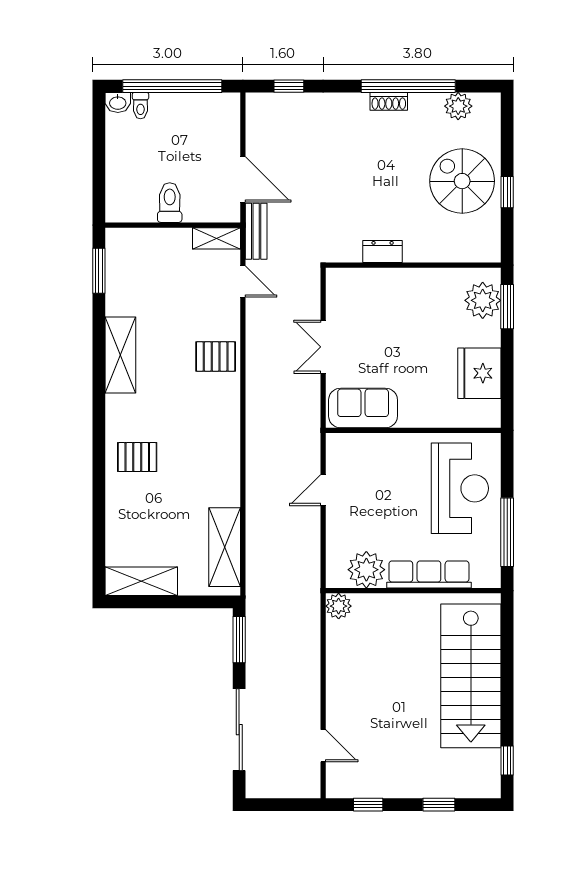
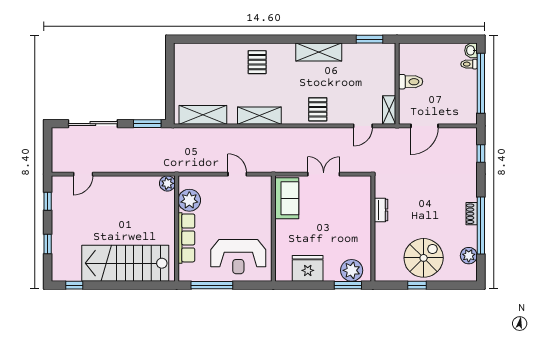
bench: (256, 231) -> (393, 134), removed
shelving: (141, 581) -> (259, 116), moved, turned 90

